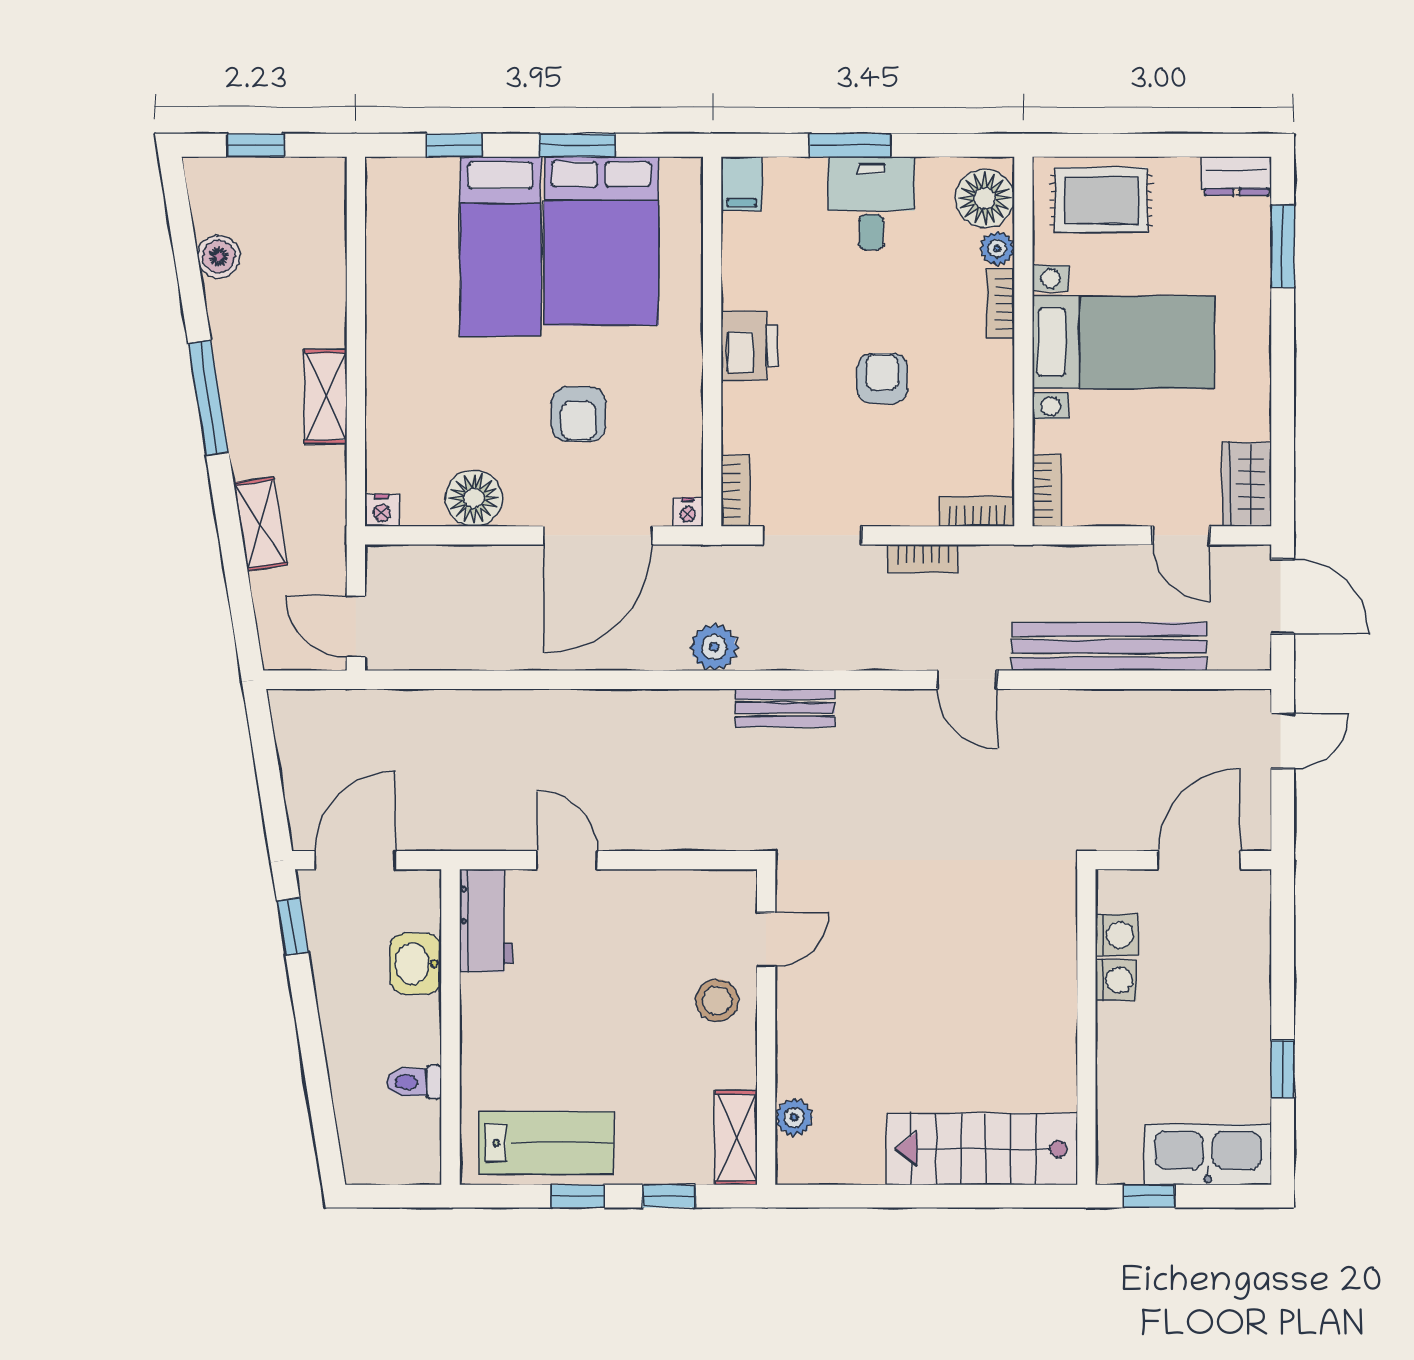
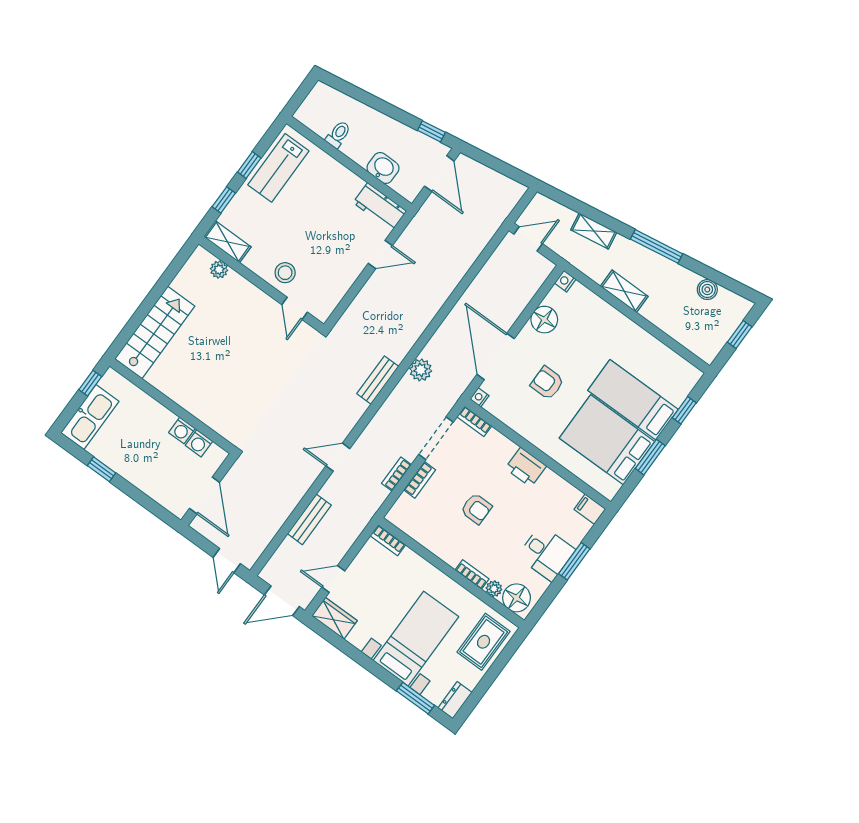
bed with nightstands: (1123, 342) -> (416, 639), moved, turned 180
bookcase: (977, 511) -> (420, 480), moved
bench: (1109, 647) -> (309, 519), width x0.54, depth x0.82

